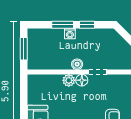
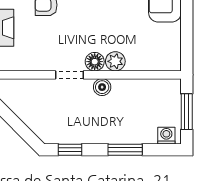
window: (87, 25) -> (70, 150), moved
washing machine: (70, 34) -> (166, 136), moved

